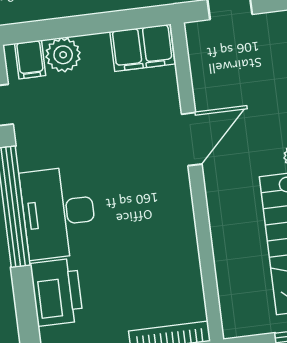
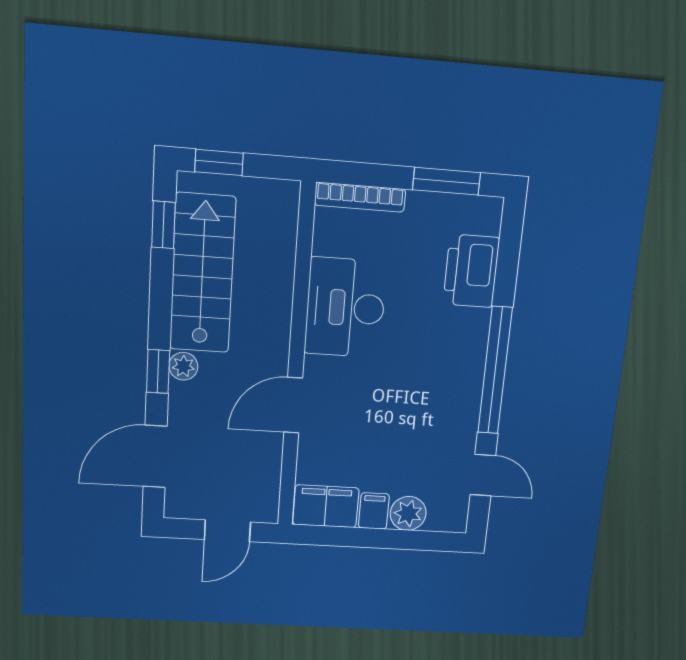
filing cabinet: (30, 60) -> (374, 511), moved
desk: (59, 213) -> (345, 308), moved, turned 180

